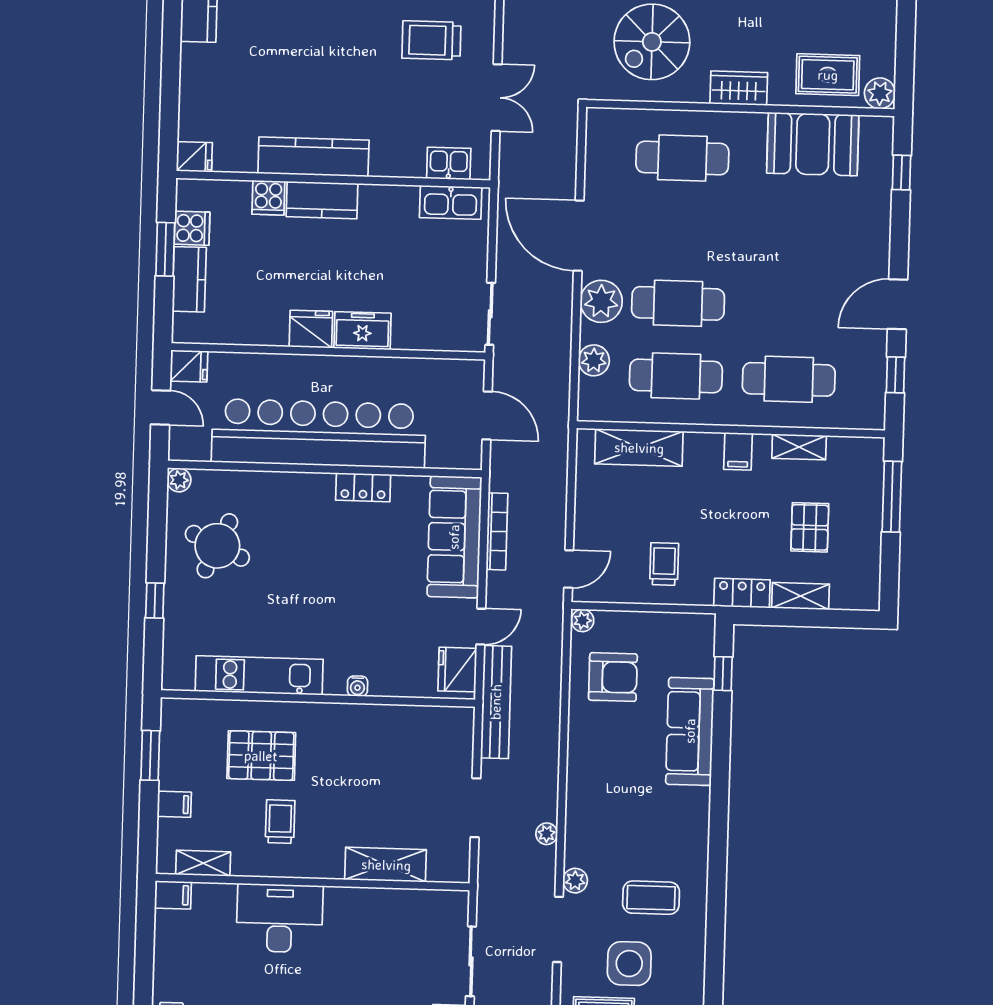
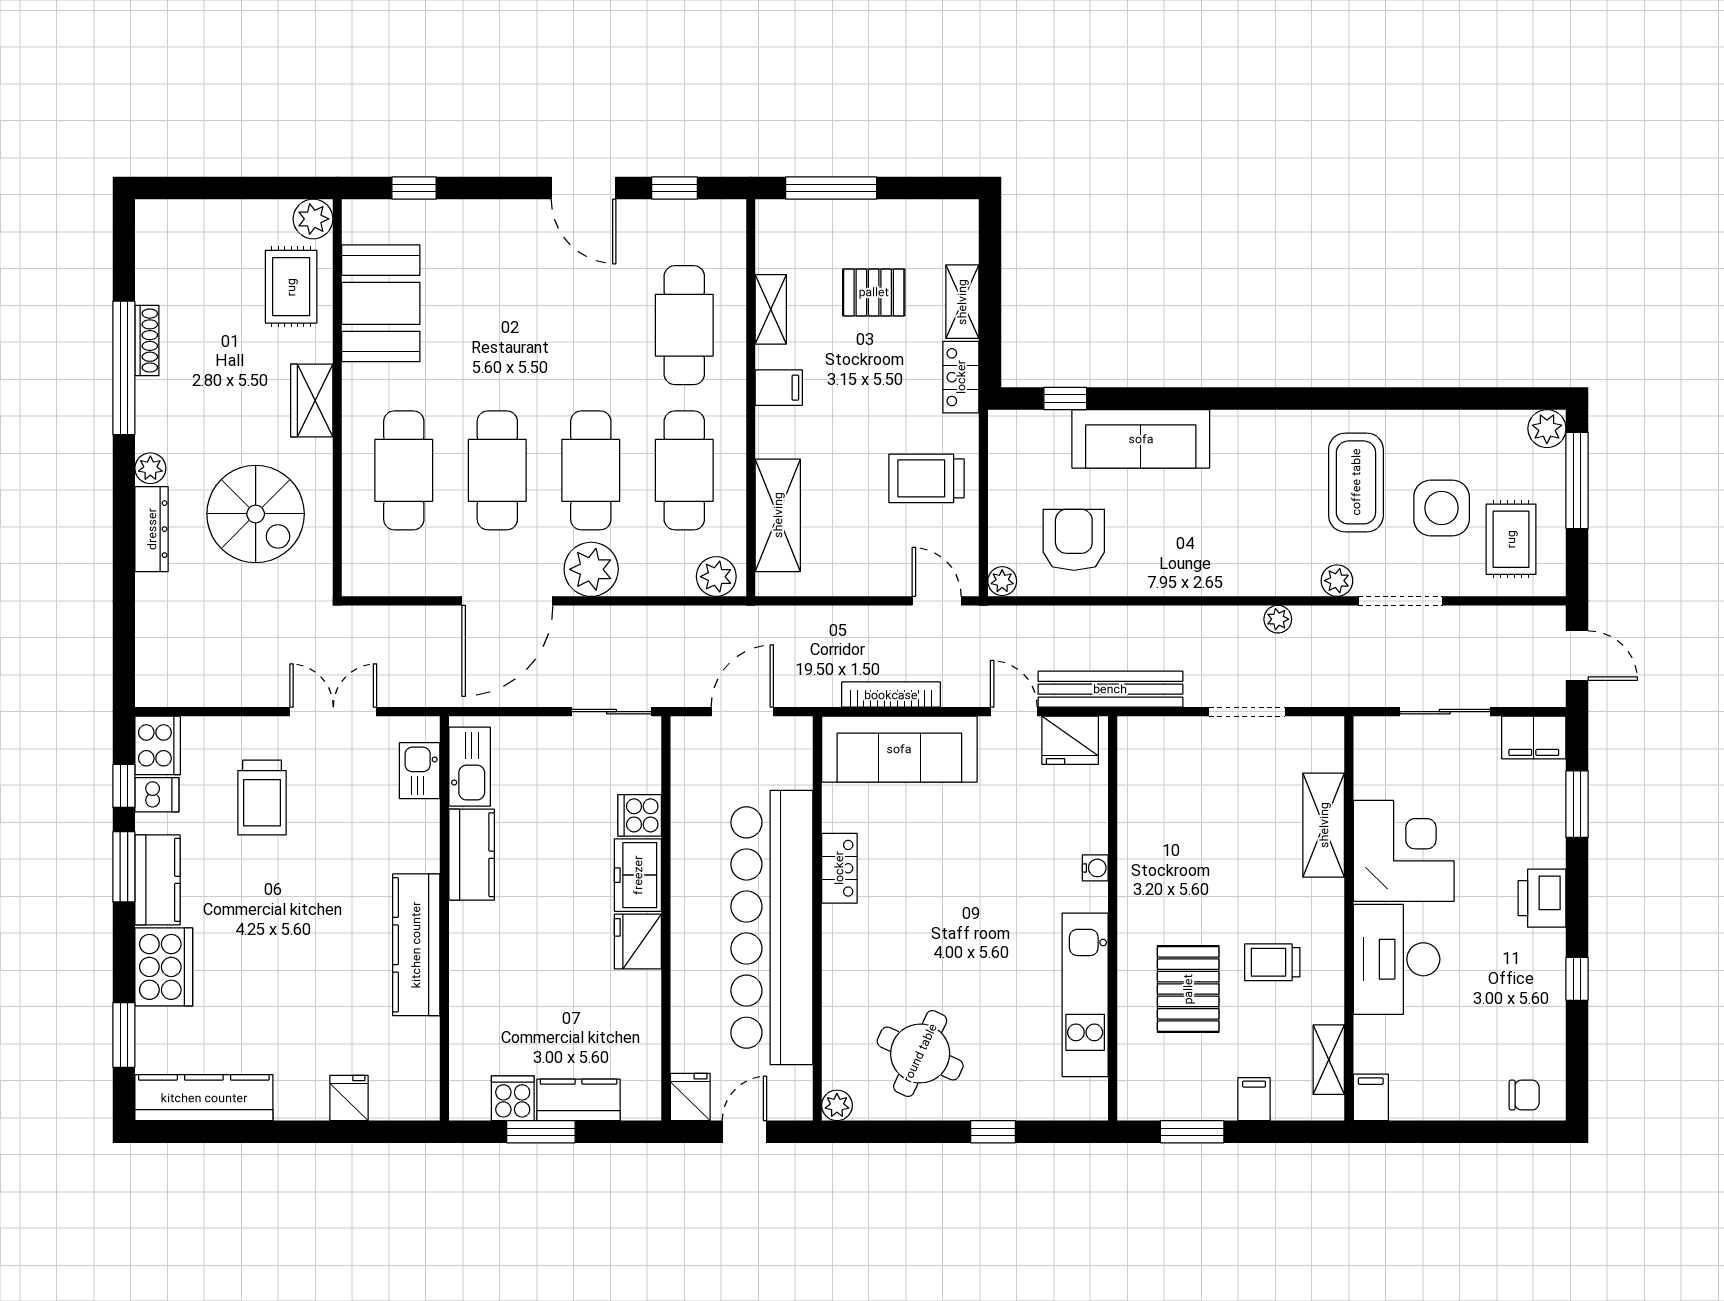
fridge: (194, 157) -> (349, 1098), moved
cooker: (268, 198) -> (640, 815), moved, turned 180
kitchen counter: (322, 200) -> (472, 855), moved
cafe table: (680, 231) -> (497, 470), added
plant: (594, 360) -> (716, 577), moved
trolley: (664, 564) -> (927, 478), width x1.36, depth x1.39
coffee table: (651, 898) -> (1356, 482), width x1.36, depth x1.32
corner desk: (364, 926) -> (1404, 851), added

